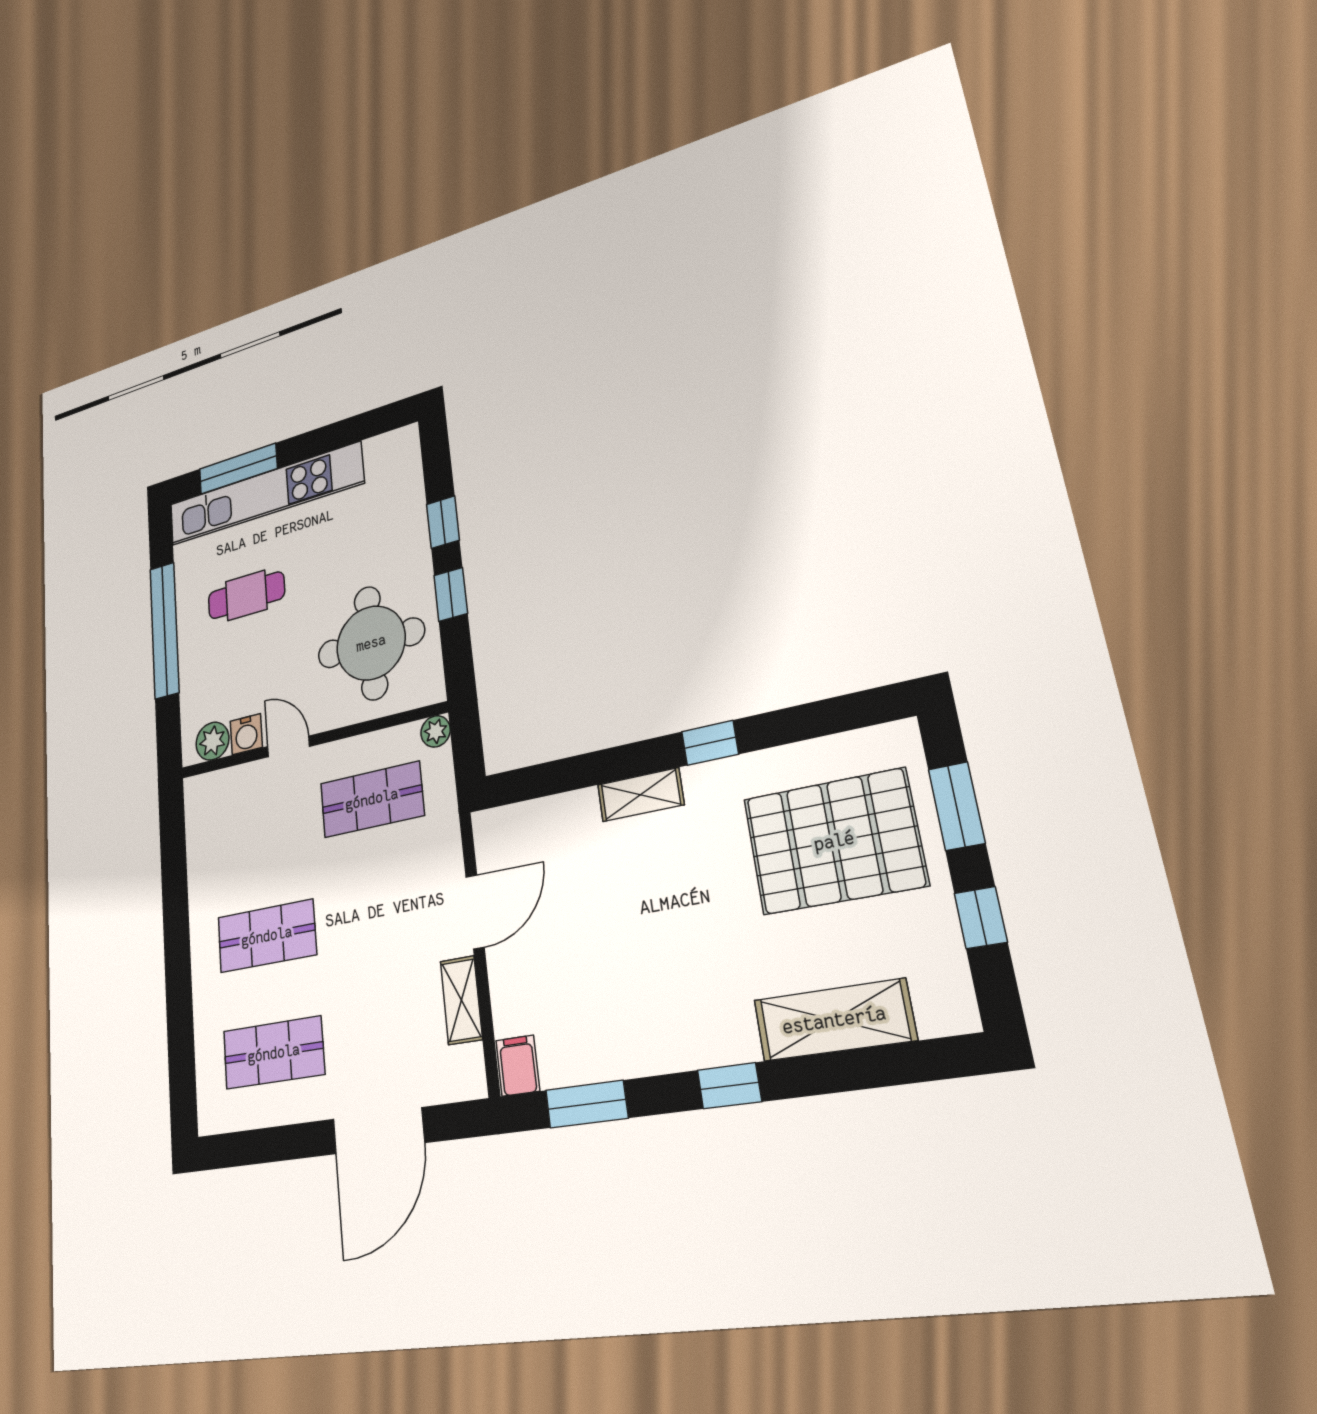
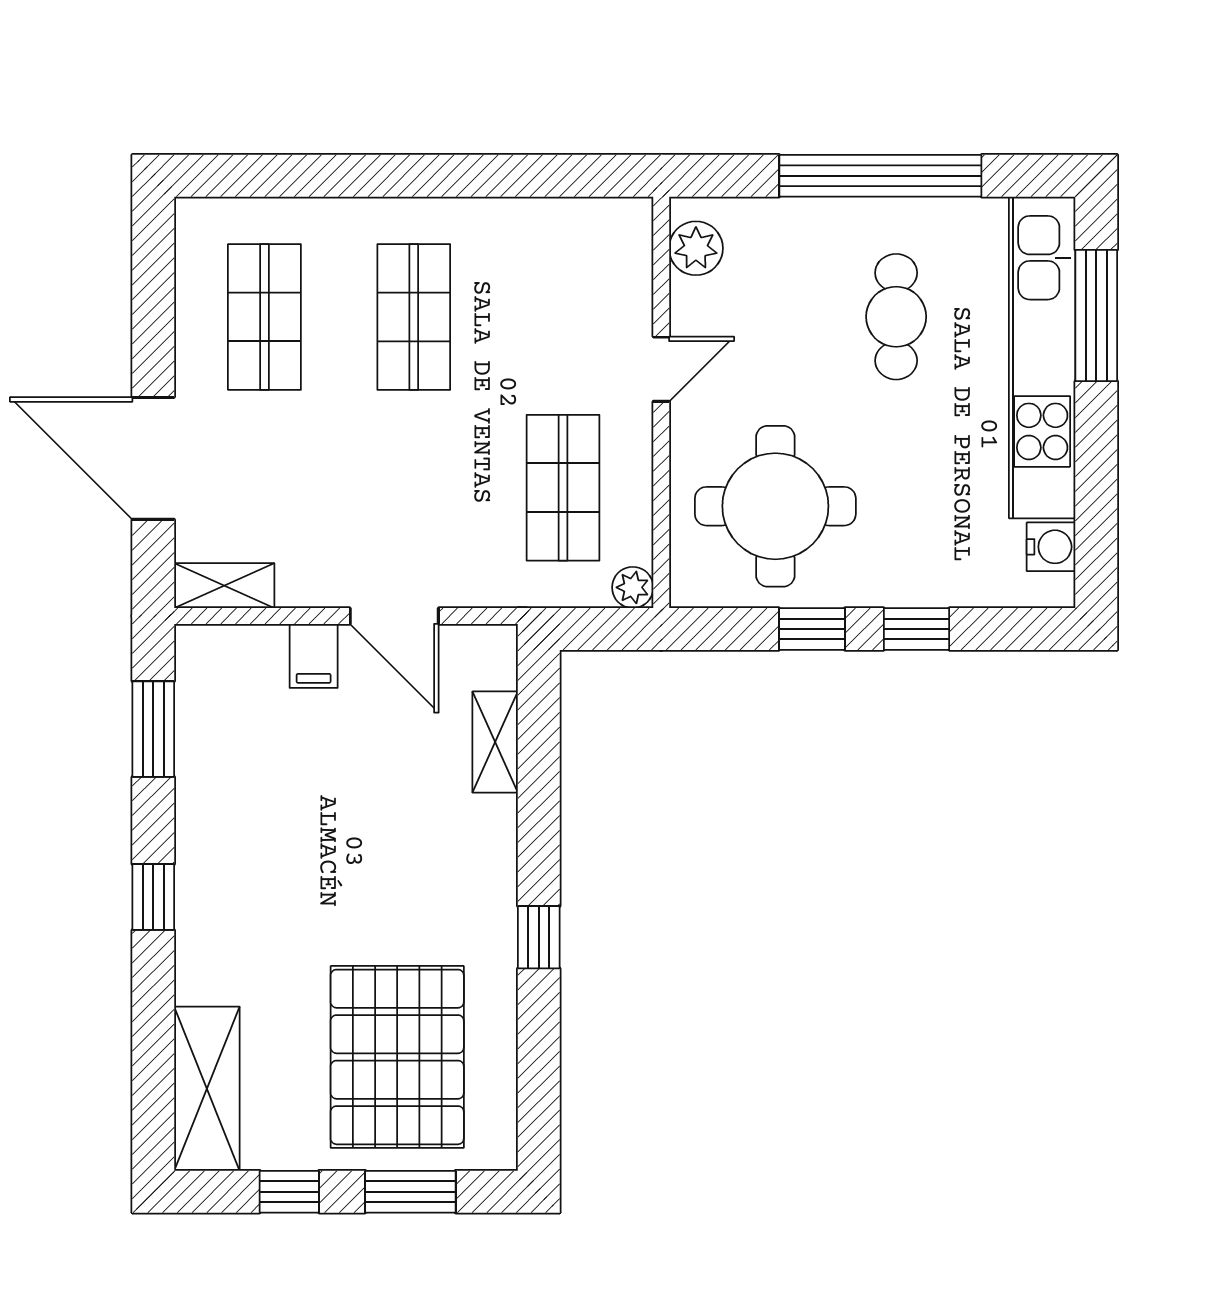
water cooler: (246, 734) -> (1051, 547), moved, turned 180
shelving: (641, 795) -> (495, 742), moved
shelving: (461, 1000) -> (224, 586), moved
shelving: (834, 1020) -> (207, 1089), moved
filing cabinet: (518, 1066) -> (314, 656), moved, turned 90

